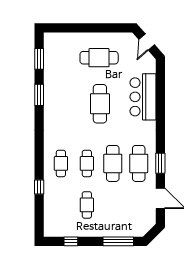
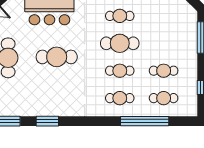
cafe table: (139, 163) -> (120, 16), width x0.73, depth x0.74
window: (39, 187) -> (145, 121), width x3.17
cafe table: (61, 205) -> (164, 98), added

